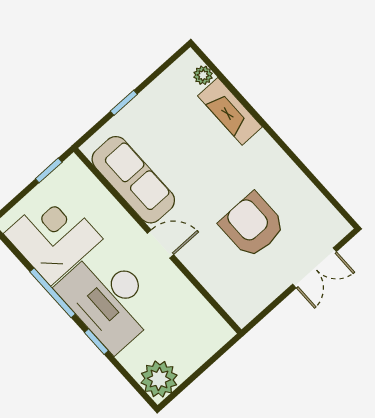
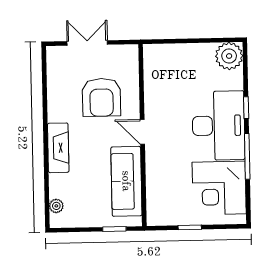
fireplace: (230, 111) -> (58, 148), moved
sofa: (133, 180) -> (126, 181), moved
wall: (158, 241) -> (142, 135), moved
door: (160, 244) -> (142, 132), moved

